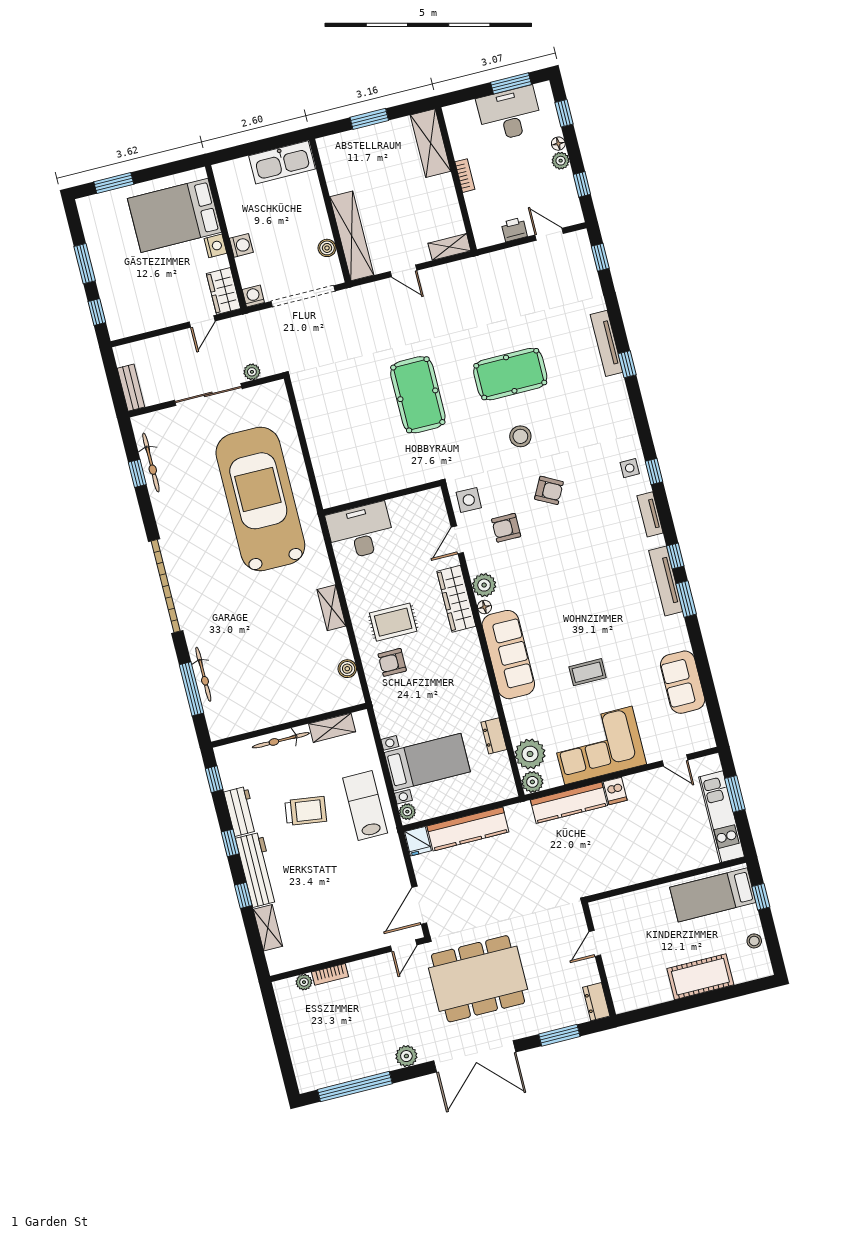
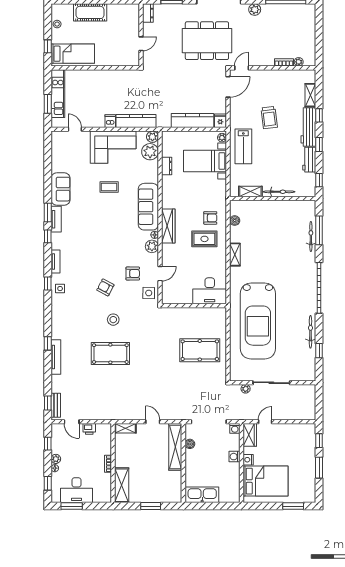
bench: (131, 388) -> (56, 405), moved
pool table: (418, 395) -> (200, 350), moved, turned 90
bicycle: (151, 462) -> (310, 332), moved
tv unit: (666, 581) -> (56, 219), width x0.71
wardrobe: (456, 599) -> (168, 226), moved
sofa: (683, 682) -> (61, 189), moved
trolley: (306, 811) -> (269, 118), moved, turned -105

